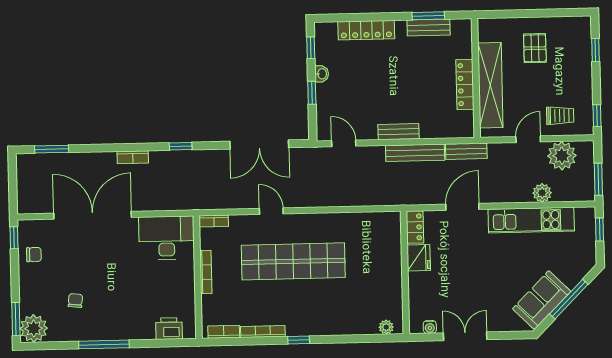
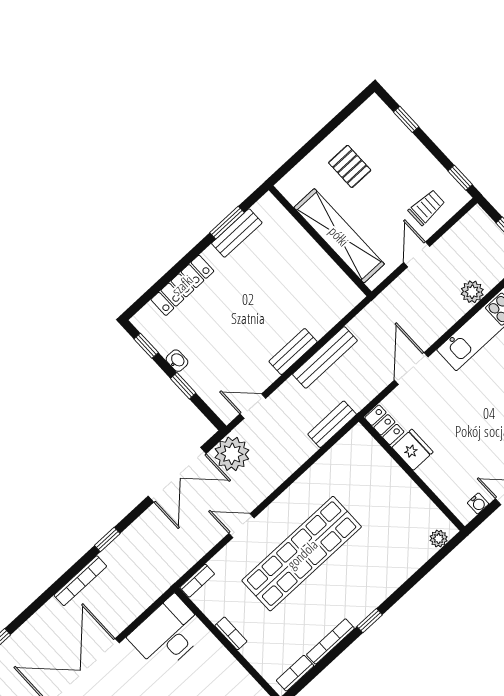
locker: (465, 85) -> (315, 256), removed
bench: (466, 151) -> (332, 424), moved
plant: (562, 156) -> (232, 454), moved
bookcase: (133, 157) -> (80, 581), width x1.56
bookcase: (206, 272) -> (231, 633), width x0.64

